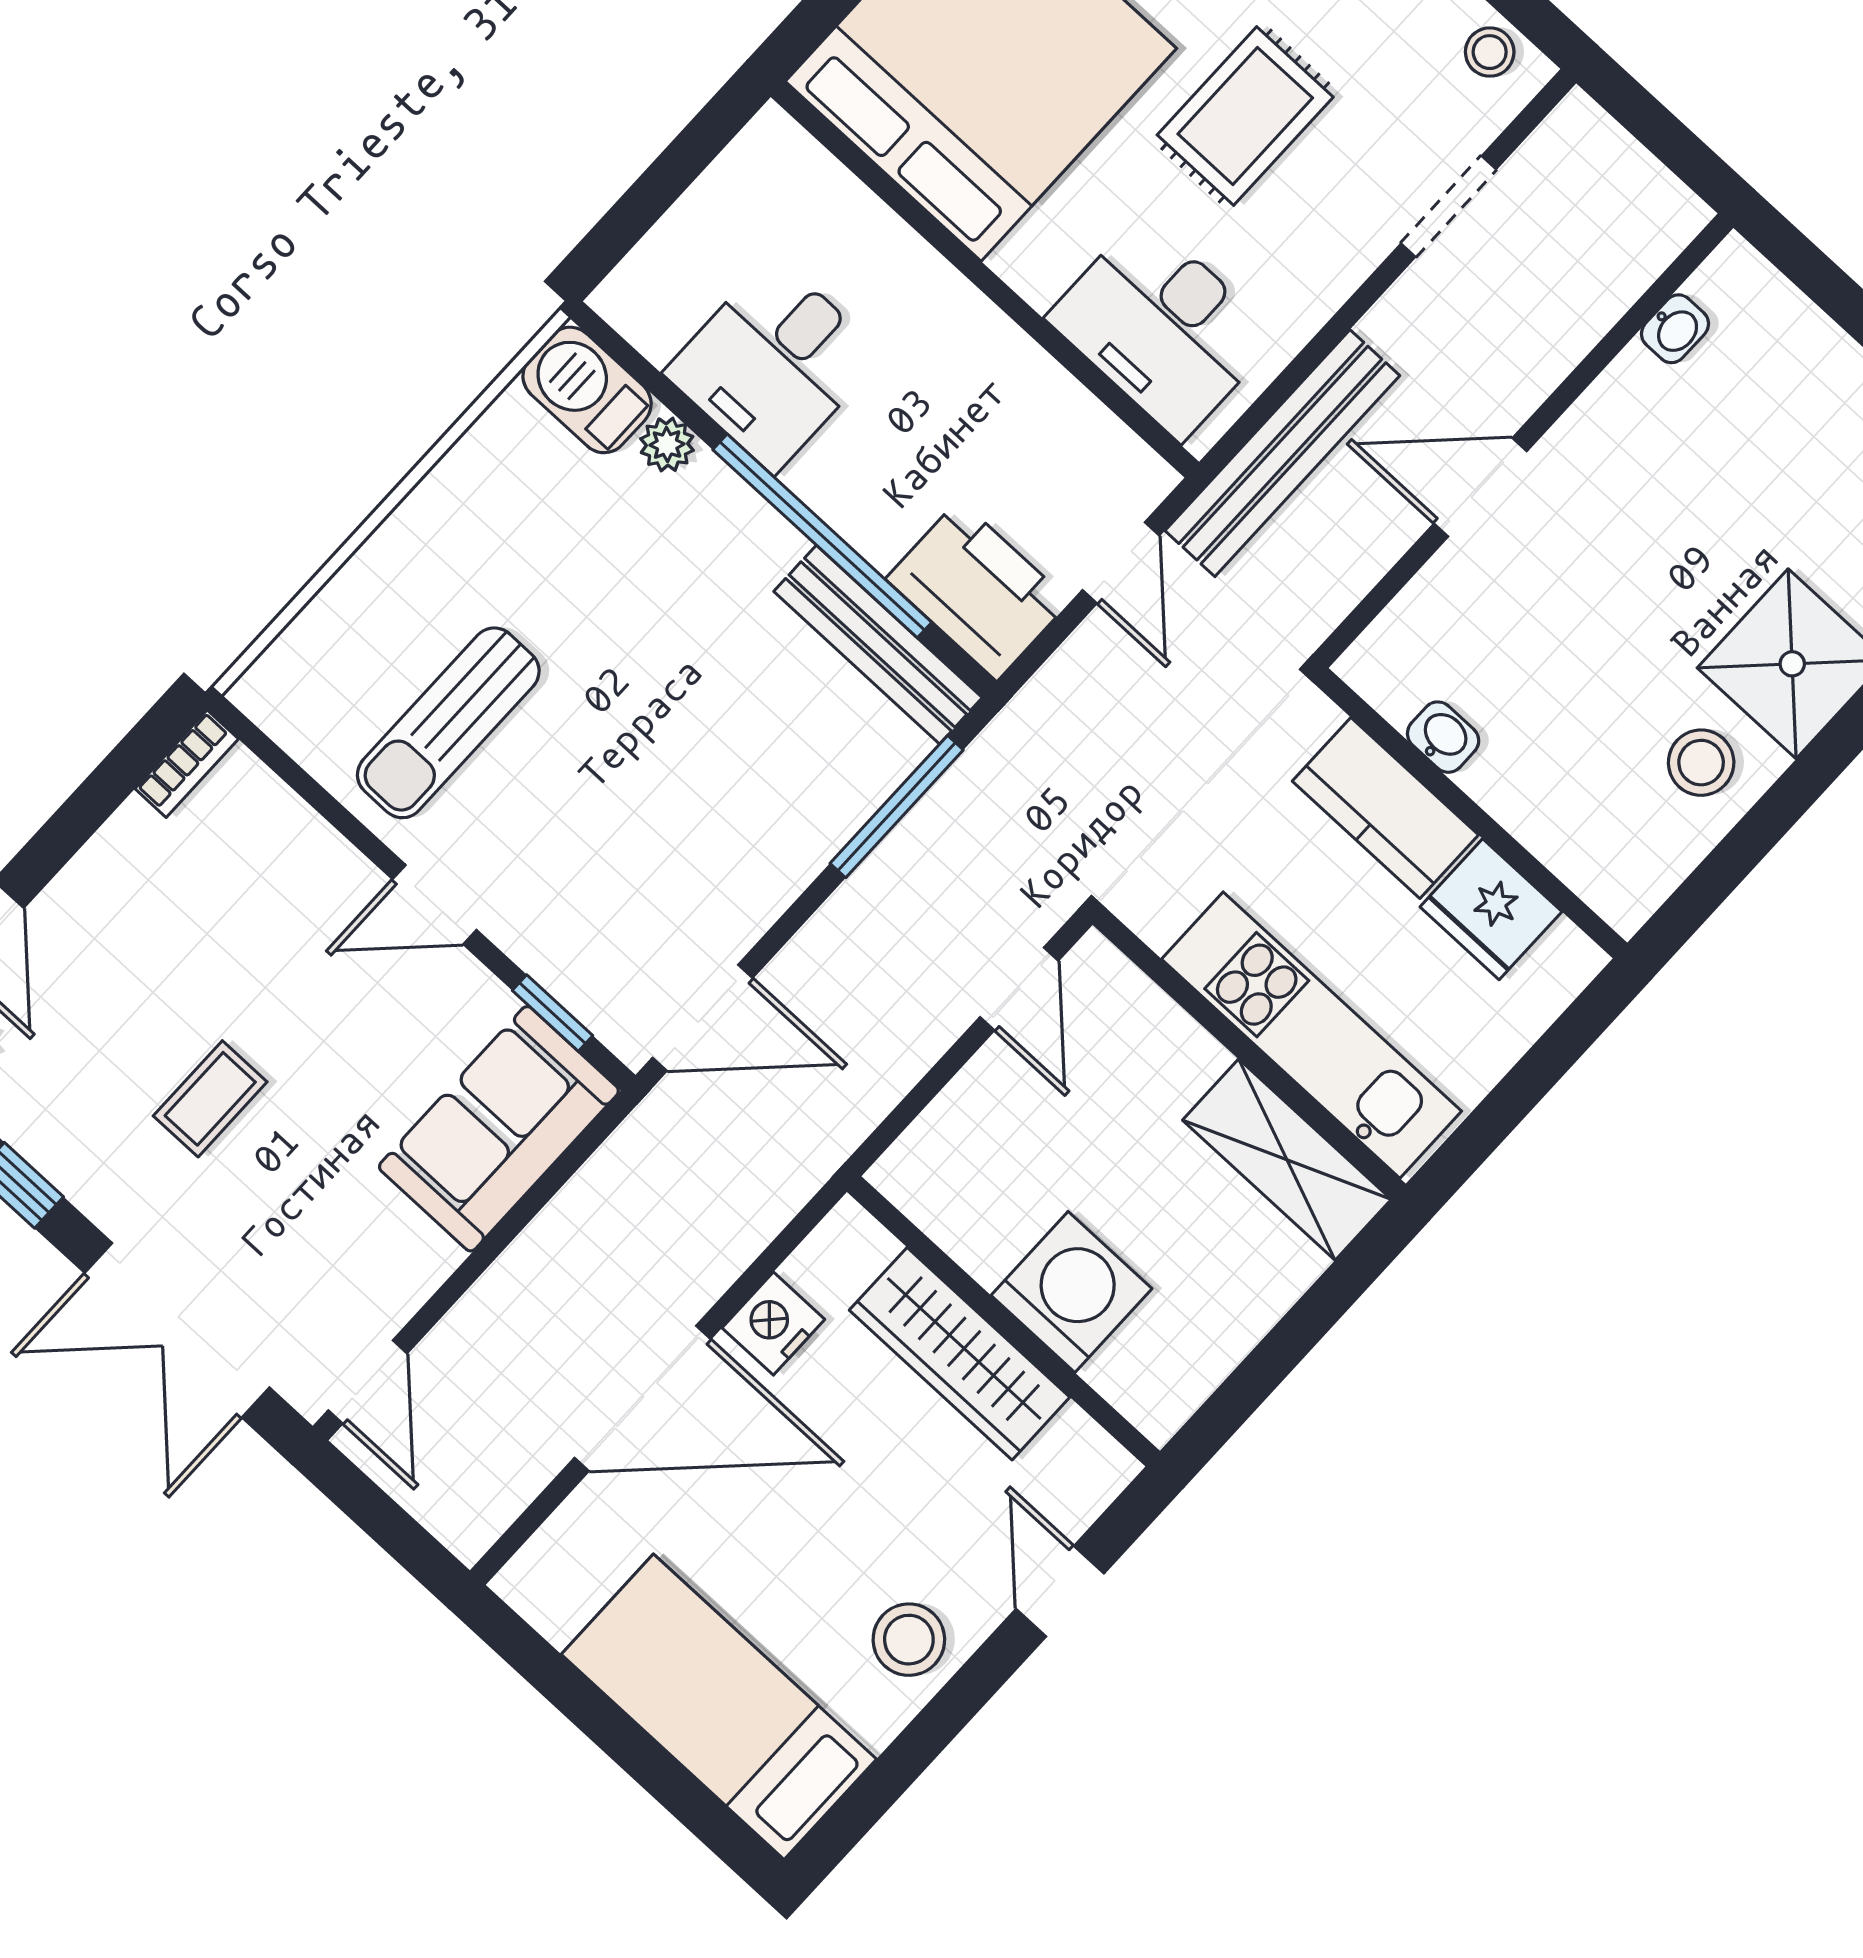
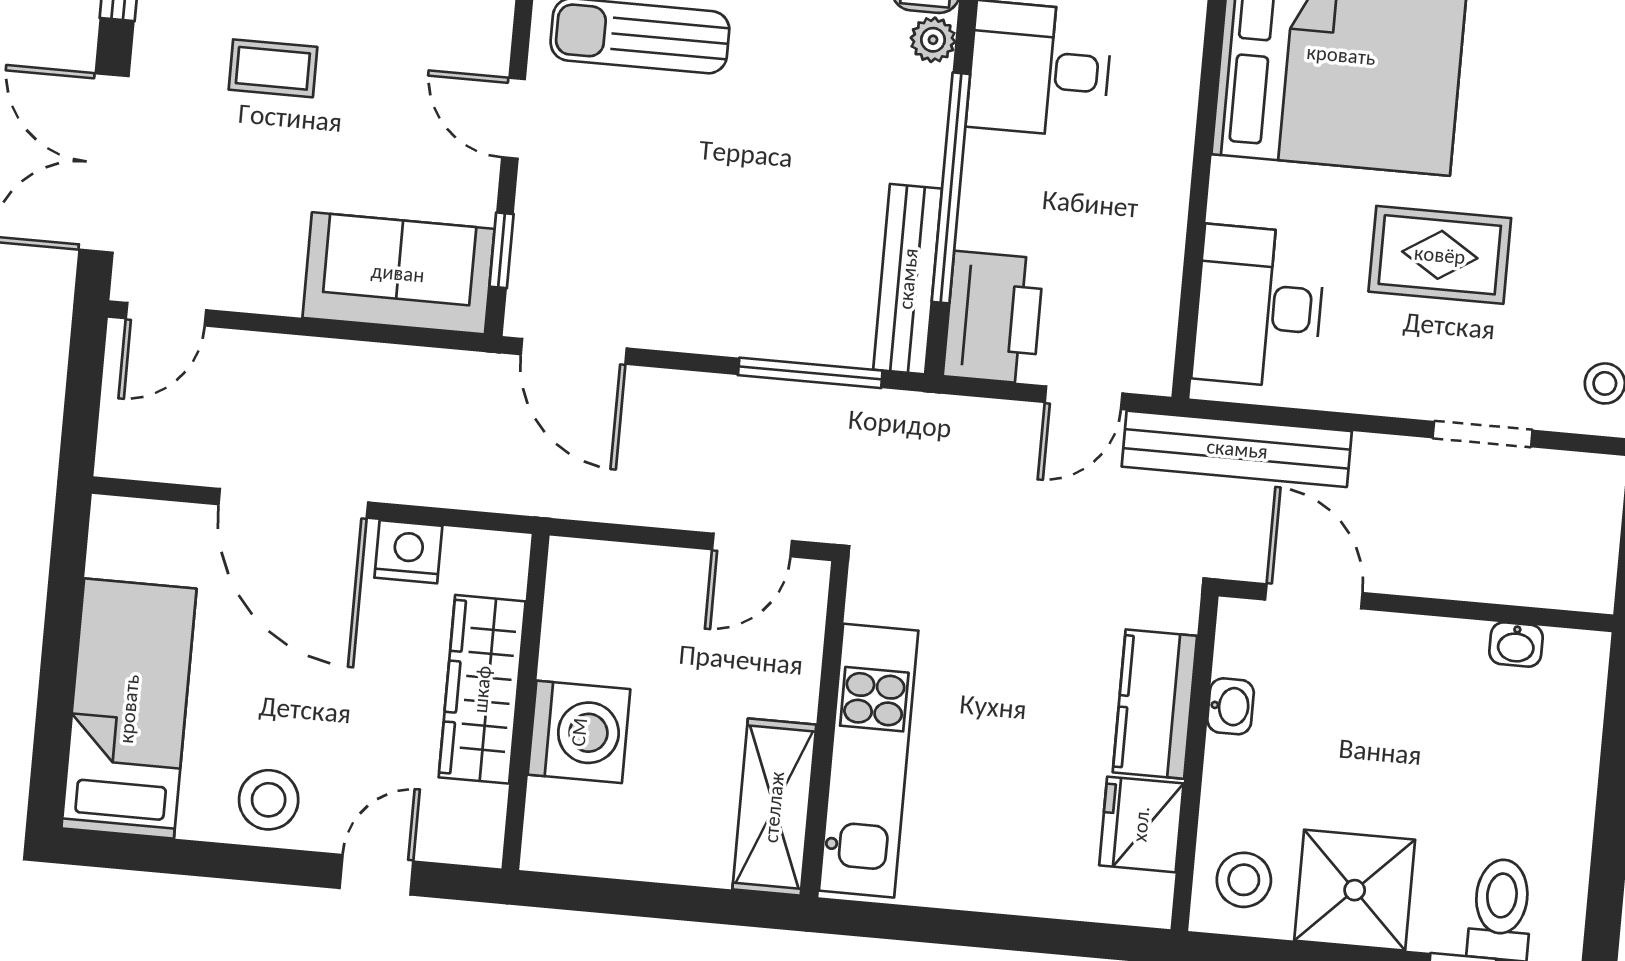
washbasin: (1443, 737) -> (1231, 706), moved
kitchen counter: (1385, 808) -> (1155, 704), moved
wall: (1471, 813) -> (1194, 763), moved
fridge: (1491, 909) -> (1141, 824), moved

